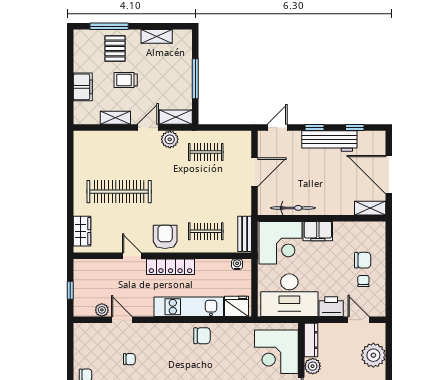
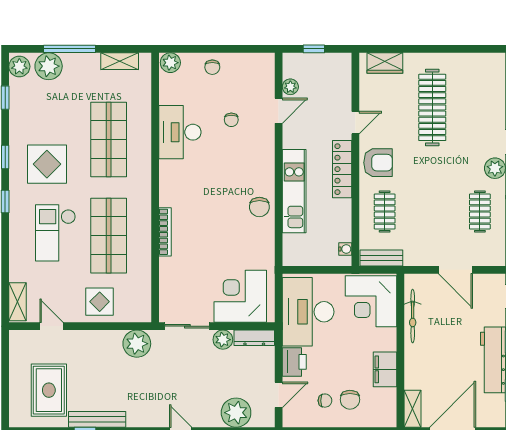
filing cabinet: (318, 231) -> (385, 369), moved
fridge: (237, 306) -> (295, 248), removed

